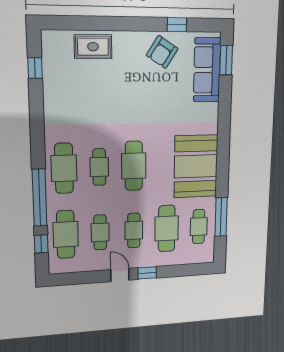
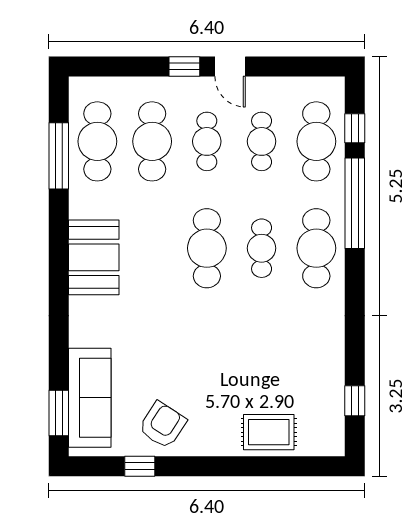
booth: (196, 166) -> (94, 257), width x0.73, depth x0.70
cafe table: (199, 227) -> (97, 141), width x1.37, depth x1.35

